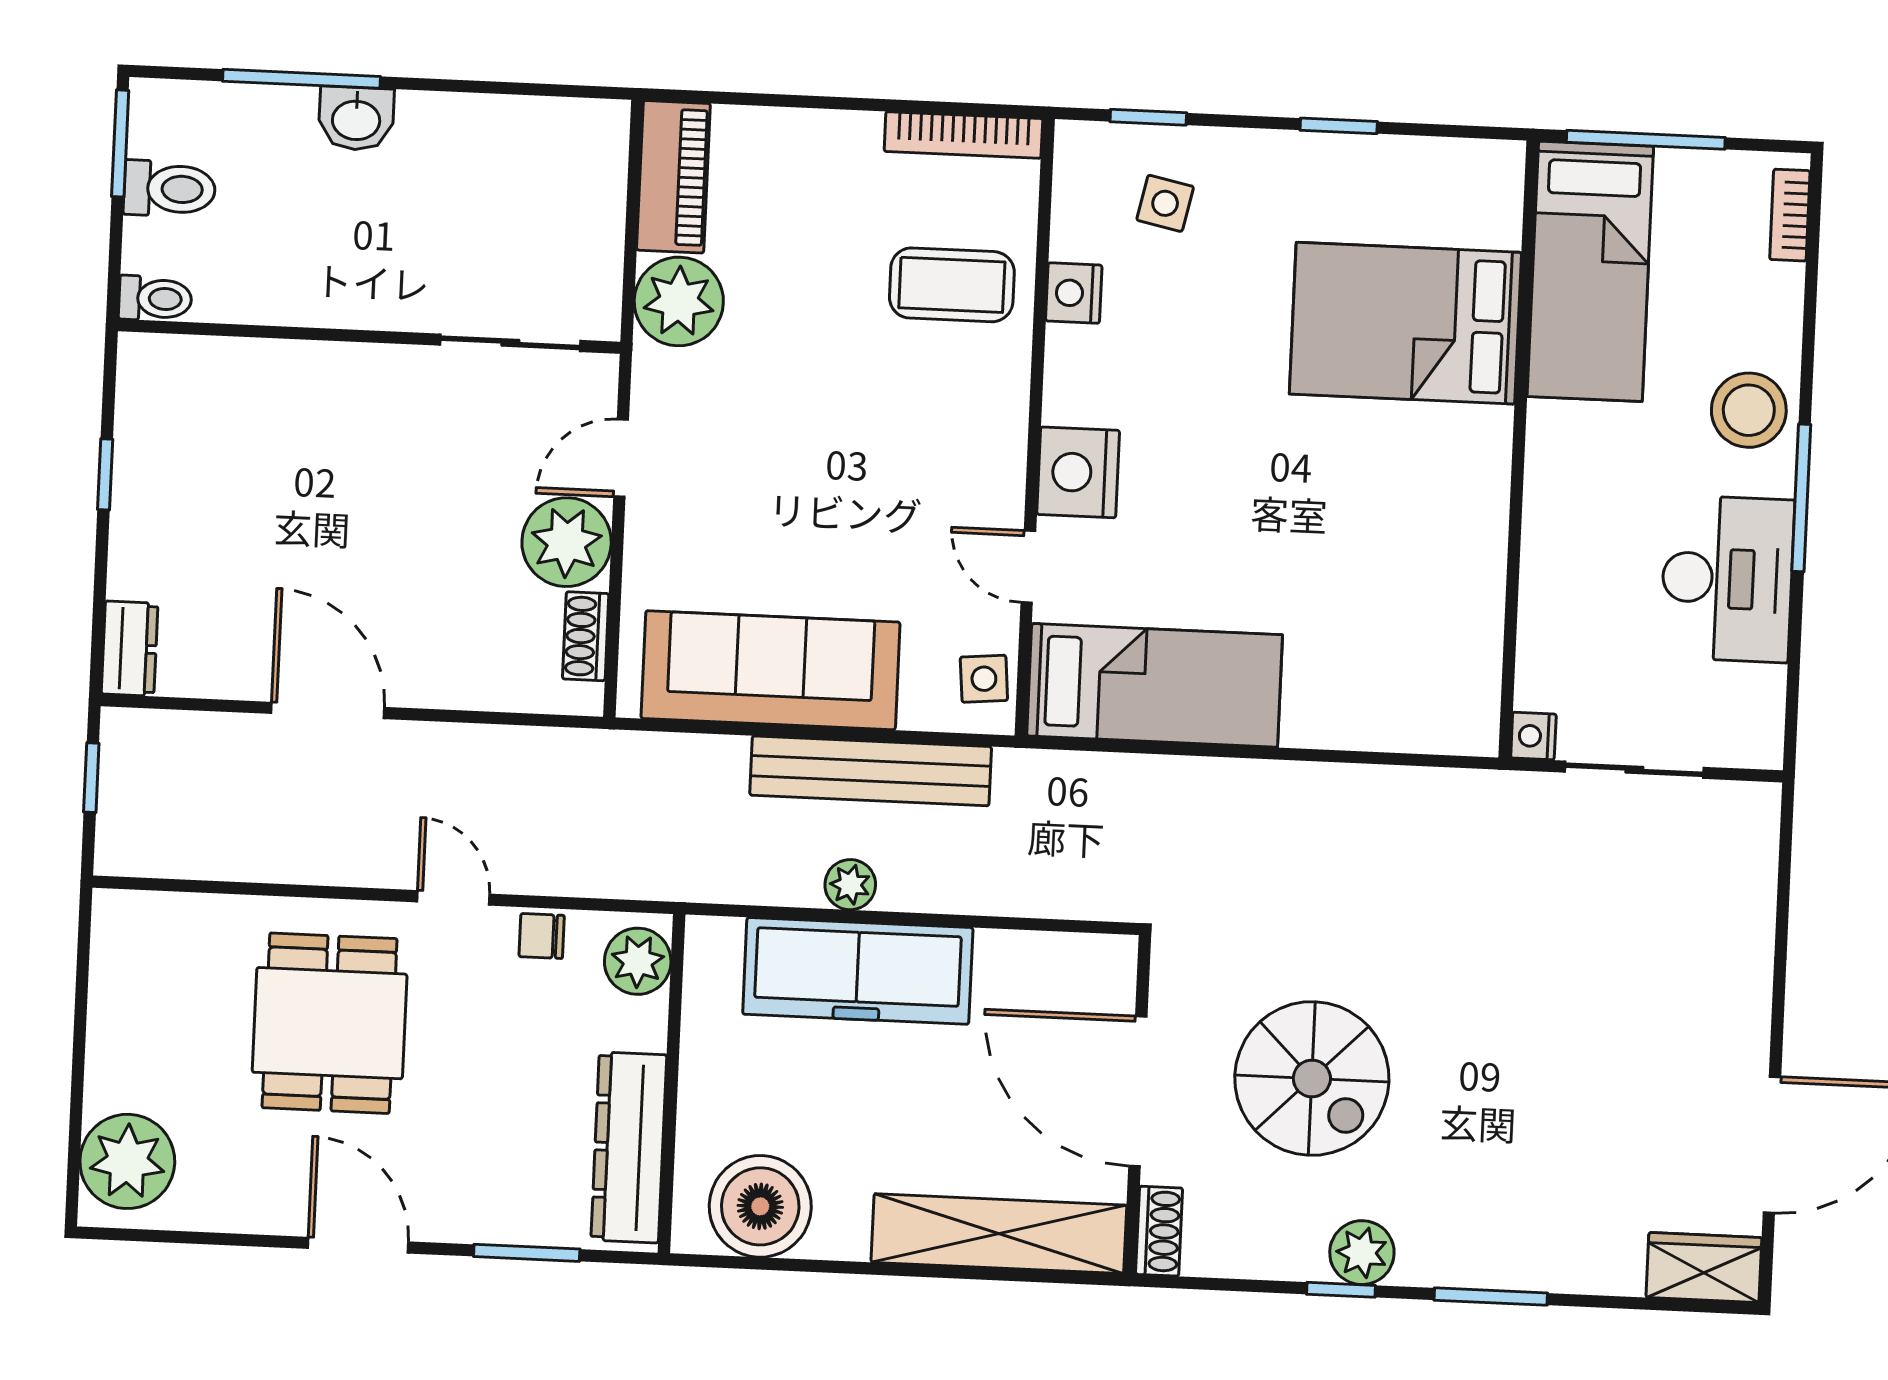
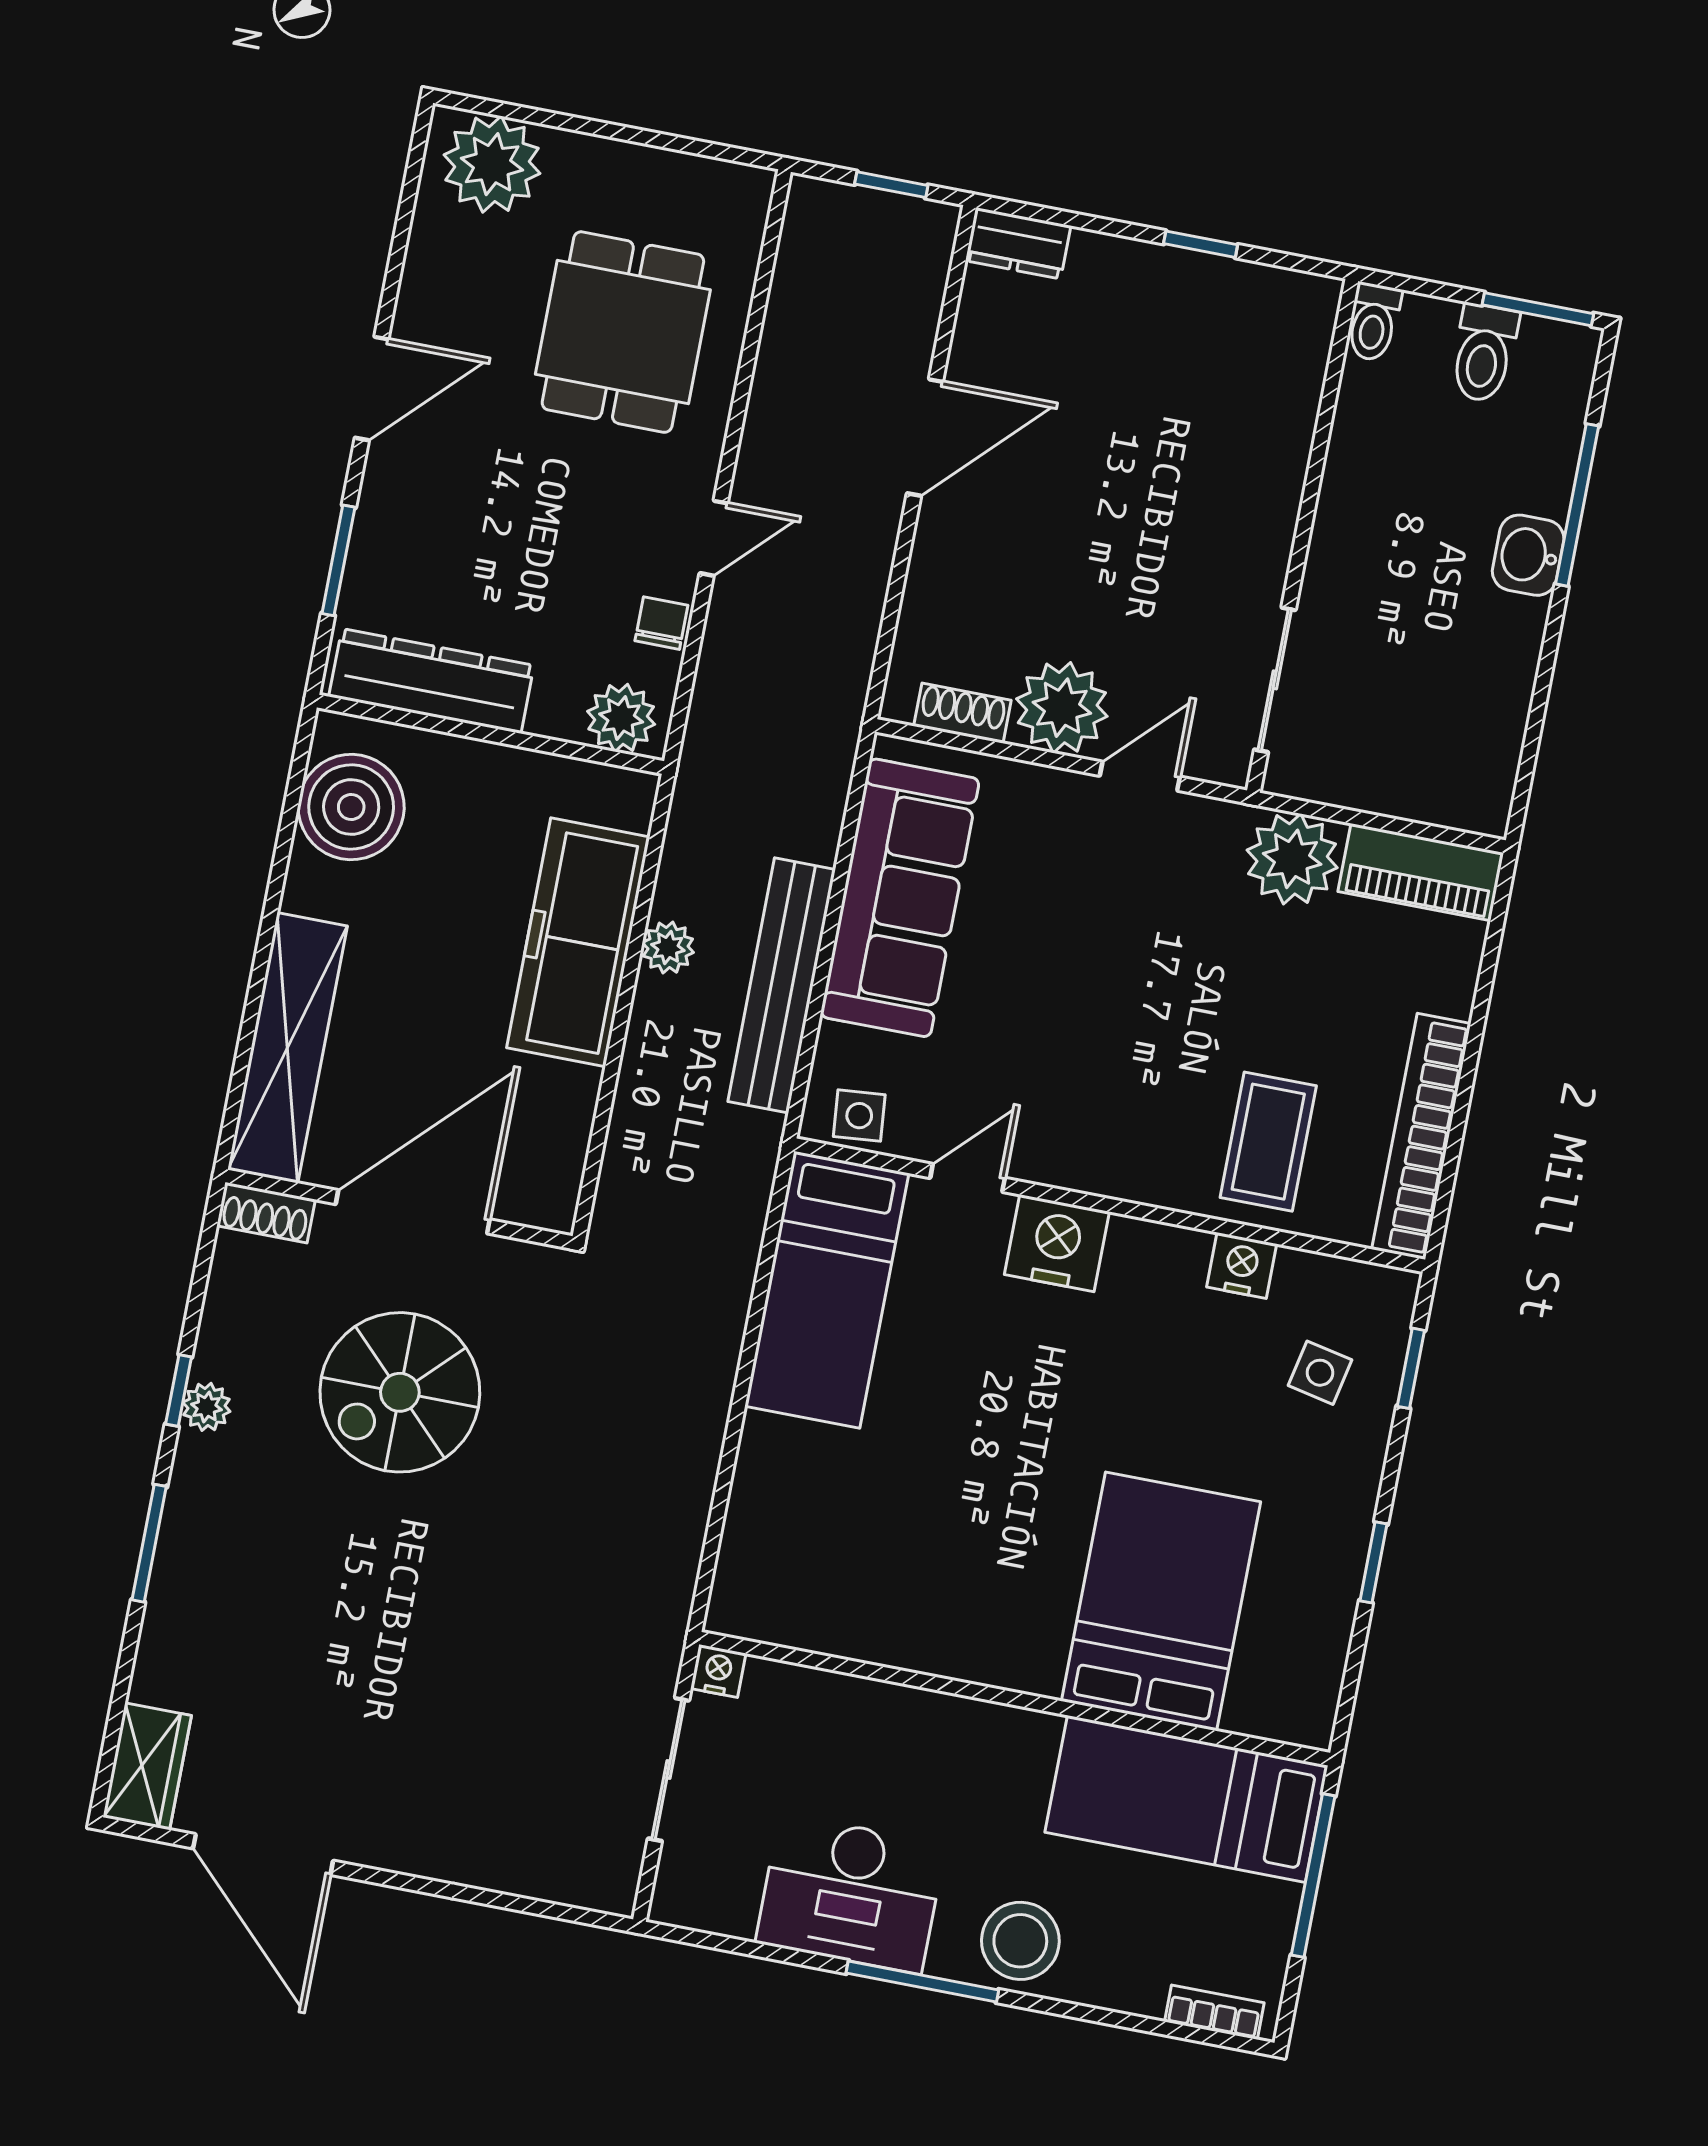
bookcase: (963, 135) -> (1421, 1136), width x1.48, depth x1.31
door: (621, 458) -> (1140, 776), hinge flipped
dining table: (330, 1023) -> (623, 332), moved, turned 90
plant: (1362, 1253) -> (206, 1407), width x0.73, depth x0.73

